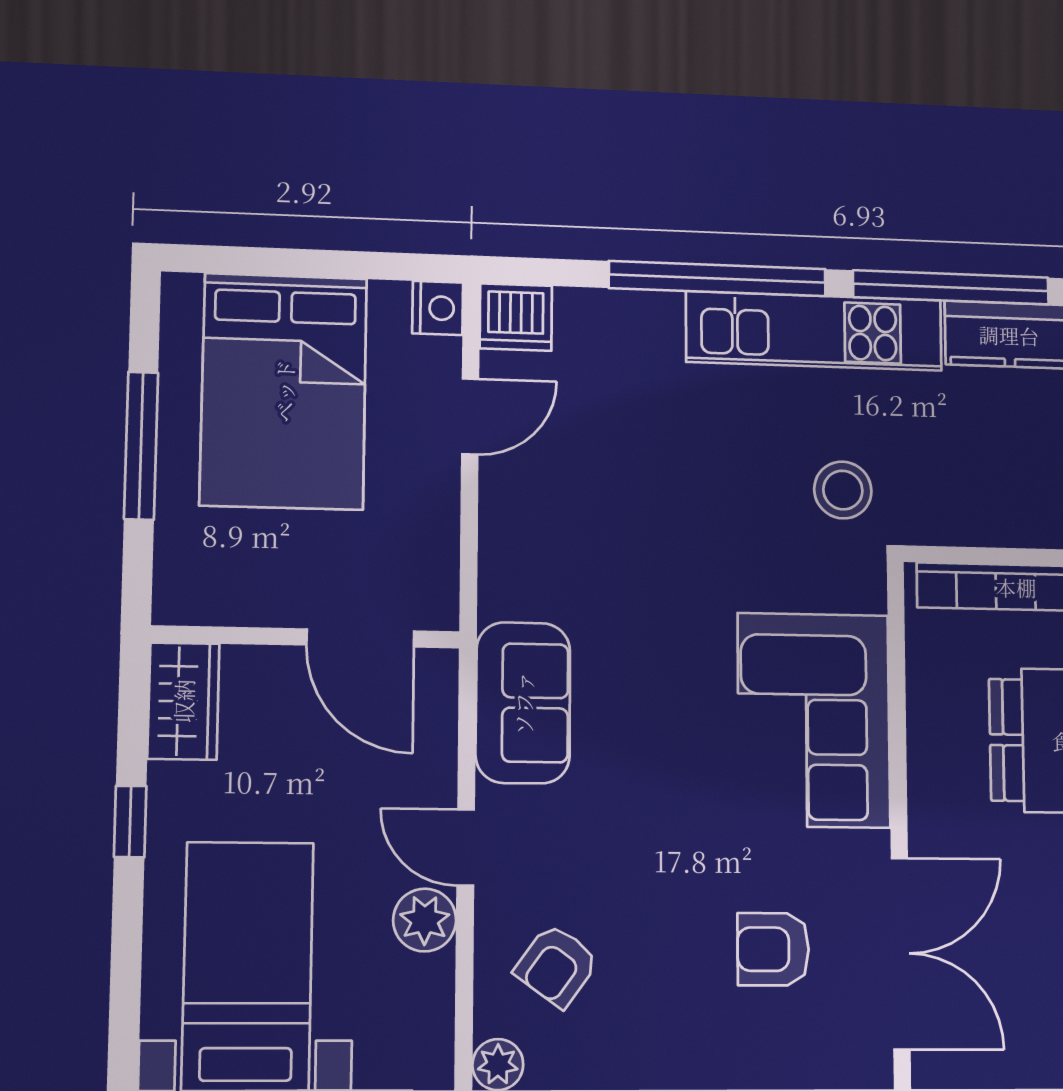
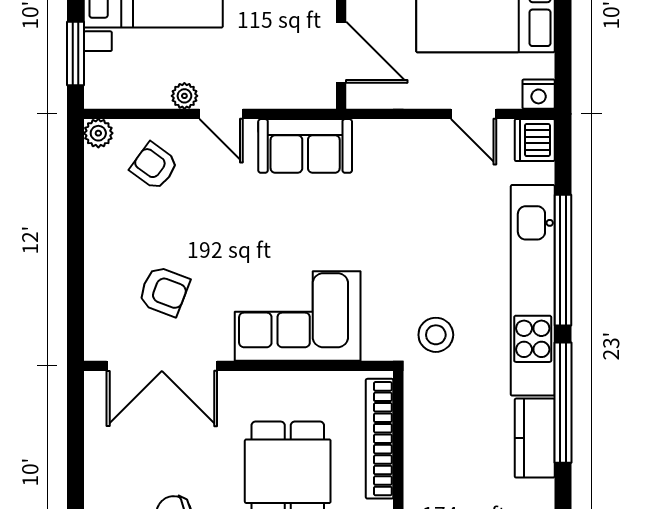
kitchen unit: (814, 331) -> (533, 290), width x1.36
door: (360, 638) -> (341, 52), swing flipped
door: (466, 847) -> (221, 114), swing flipped
plant: (425, 920) -> (184, 96), width x0.73, depth x0.73
armchair: (773, 949) -> (164, 291), turned 111

